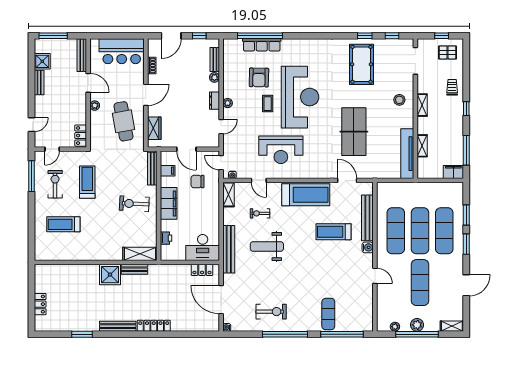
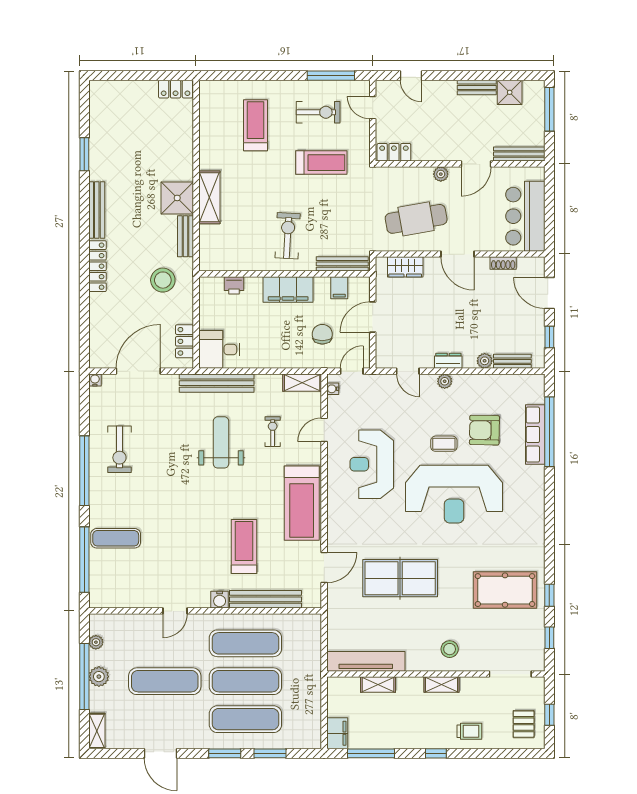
desk: (203, 248) -> (219, 349), width x0.73
shelving: (140, 254) -> (209, 197), moved
stool: (163, 284) -> (163, 280), added
locker: (40, 304) -> (176, 89), moved

